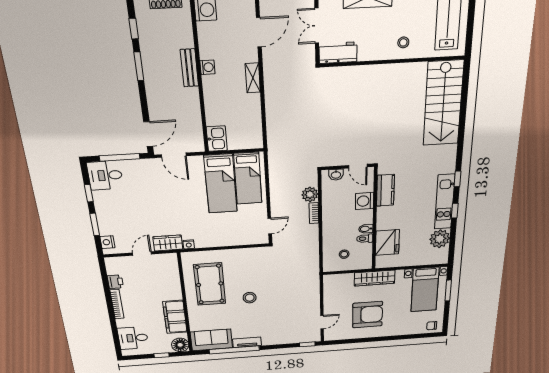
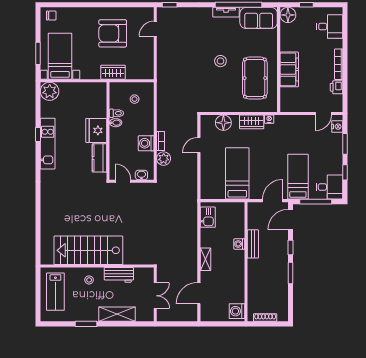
window: (134, 29) -> (291, 247), moved
workbench: (338, 53) -> (119, 275), moved
washing machine: (207, 67) -> (239, 244), moved
bench: (189, 68) -> (253, 244), moved
stairs: (443, 103) -> (88, 250), moved, turned -90
kitchen sink: (217, 139) -> (208, 217), moved, turned 180
door: (174, 155) -> (273, 201), hinge flipped
bed: (248, 178) -> (298, 177), moved
window: (457, 179) -> (38, 164), removed
washing machine: (365, 201) -> (146, 143), moved, turned 180
door: (270, 226) -> (199, 145), moved
floor lamp: (242, 237) -> (223, 123), added
plant: (440, 239) -> (50, 91), moved
fridge: (387, 242) -> (96, 130), moved
wardrobe: (168, 243) -> (252, 122), moved
door: (142, 253) -> (323, 113), moved
wardrobe: (375, 278) -> (113, 72), width x0.67
filing cabinet: (175, 317) -> (289, 69), moved

